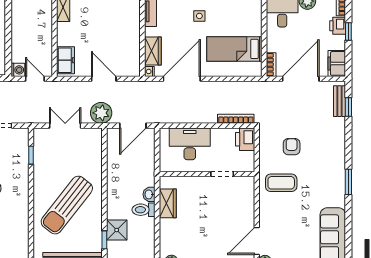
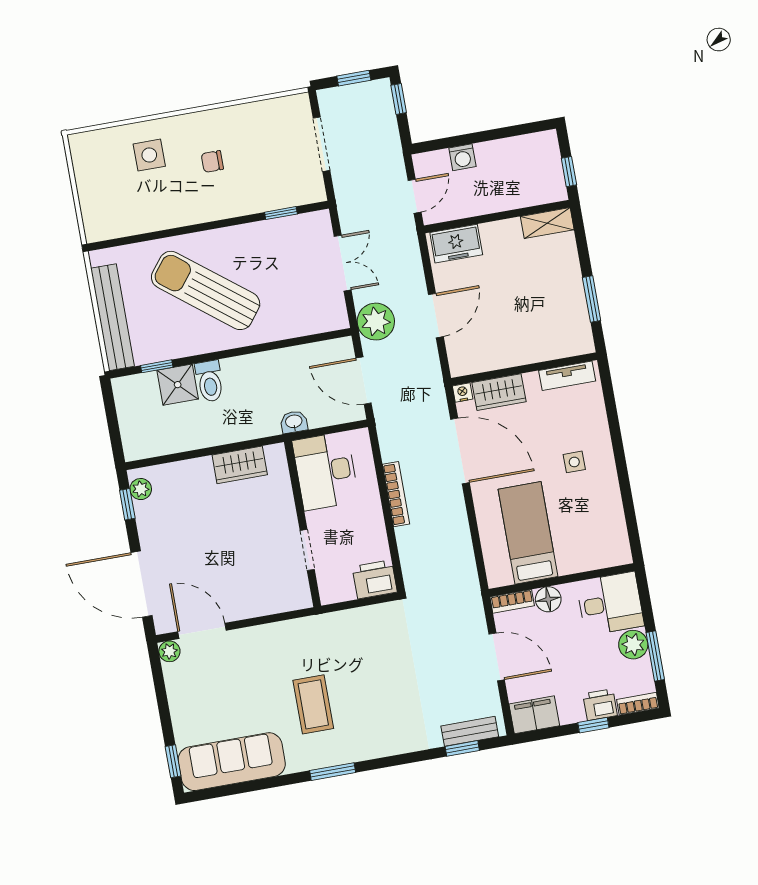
floor lamp: (274, 44) -> (548, 599), added
washing machine: (18, 70) -> (462, 157), moved
door: (301, 79) -> (497, 657), width x0.73
bookcase: (236, 119) -> (396, 494), moved
desk: (190, 144) -> (326, 471), moved, turned 180
armchair: (292, 147) -> (376, 662), removed
coffee table: (281, 183) -> (313, 704), moved
washbasin: (149, 194) -> (294, 422), moved
toilet: (144, 210) -> (210, 381), moved, turned 180

